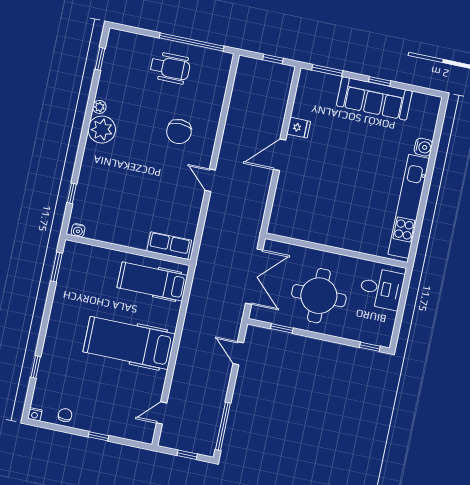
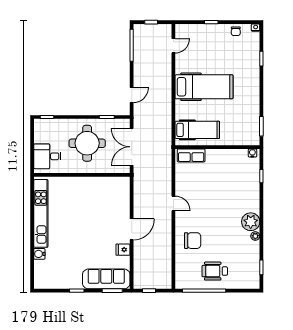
sofa: (374, 98) -> (106, 279), moved
chair: (179, 132) -> (193, 241), moved, turned 90
door: (238, 353) -> (132, 95), hinge flipped

